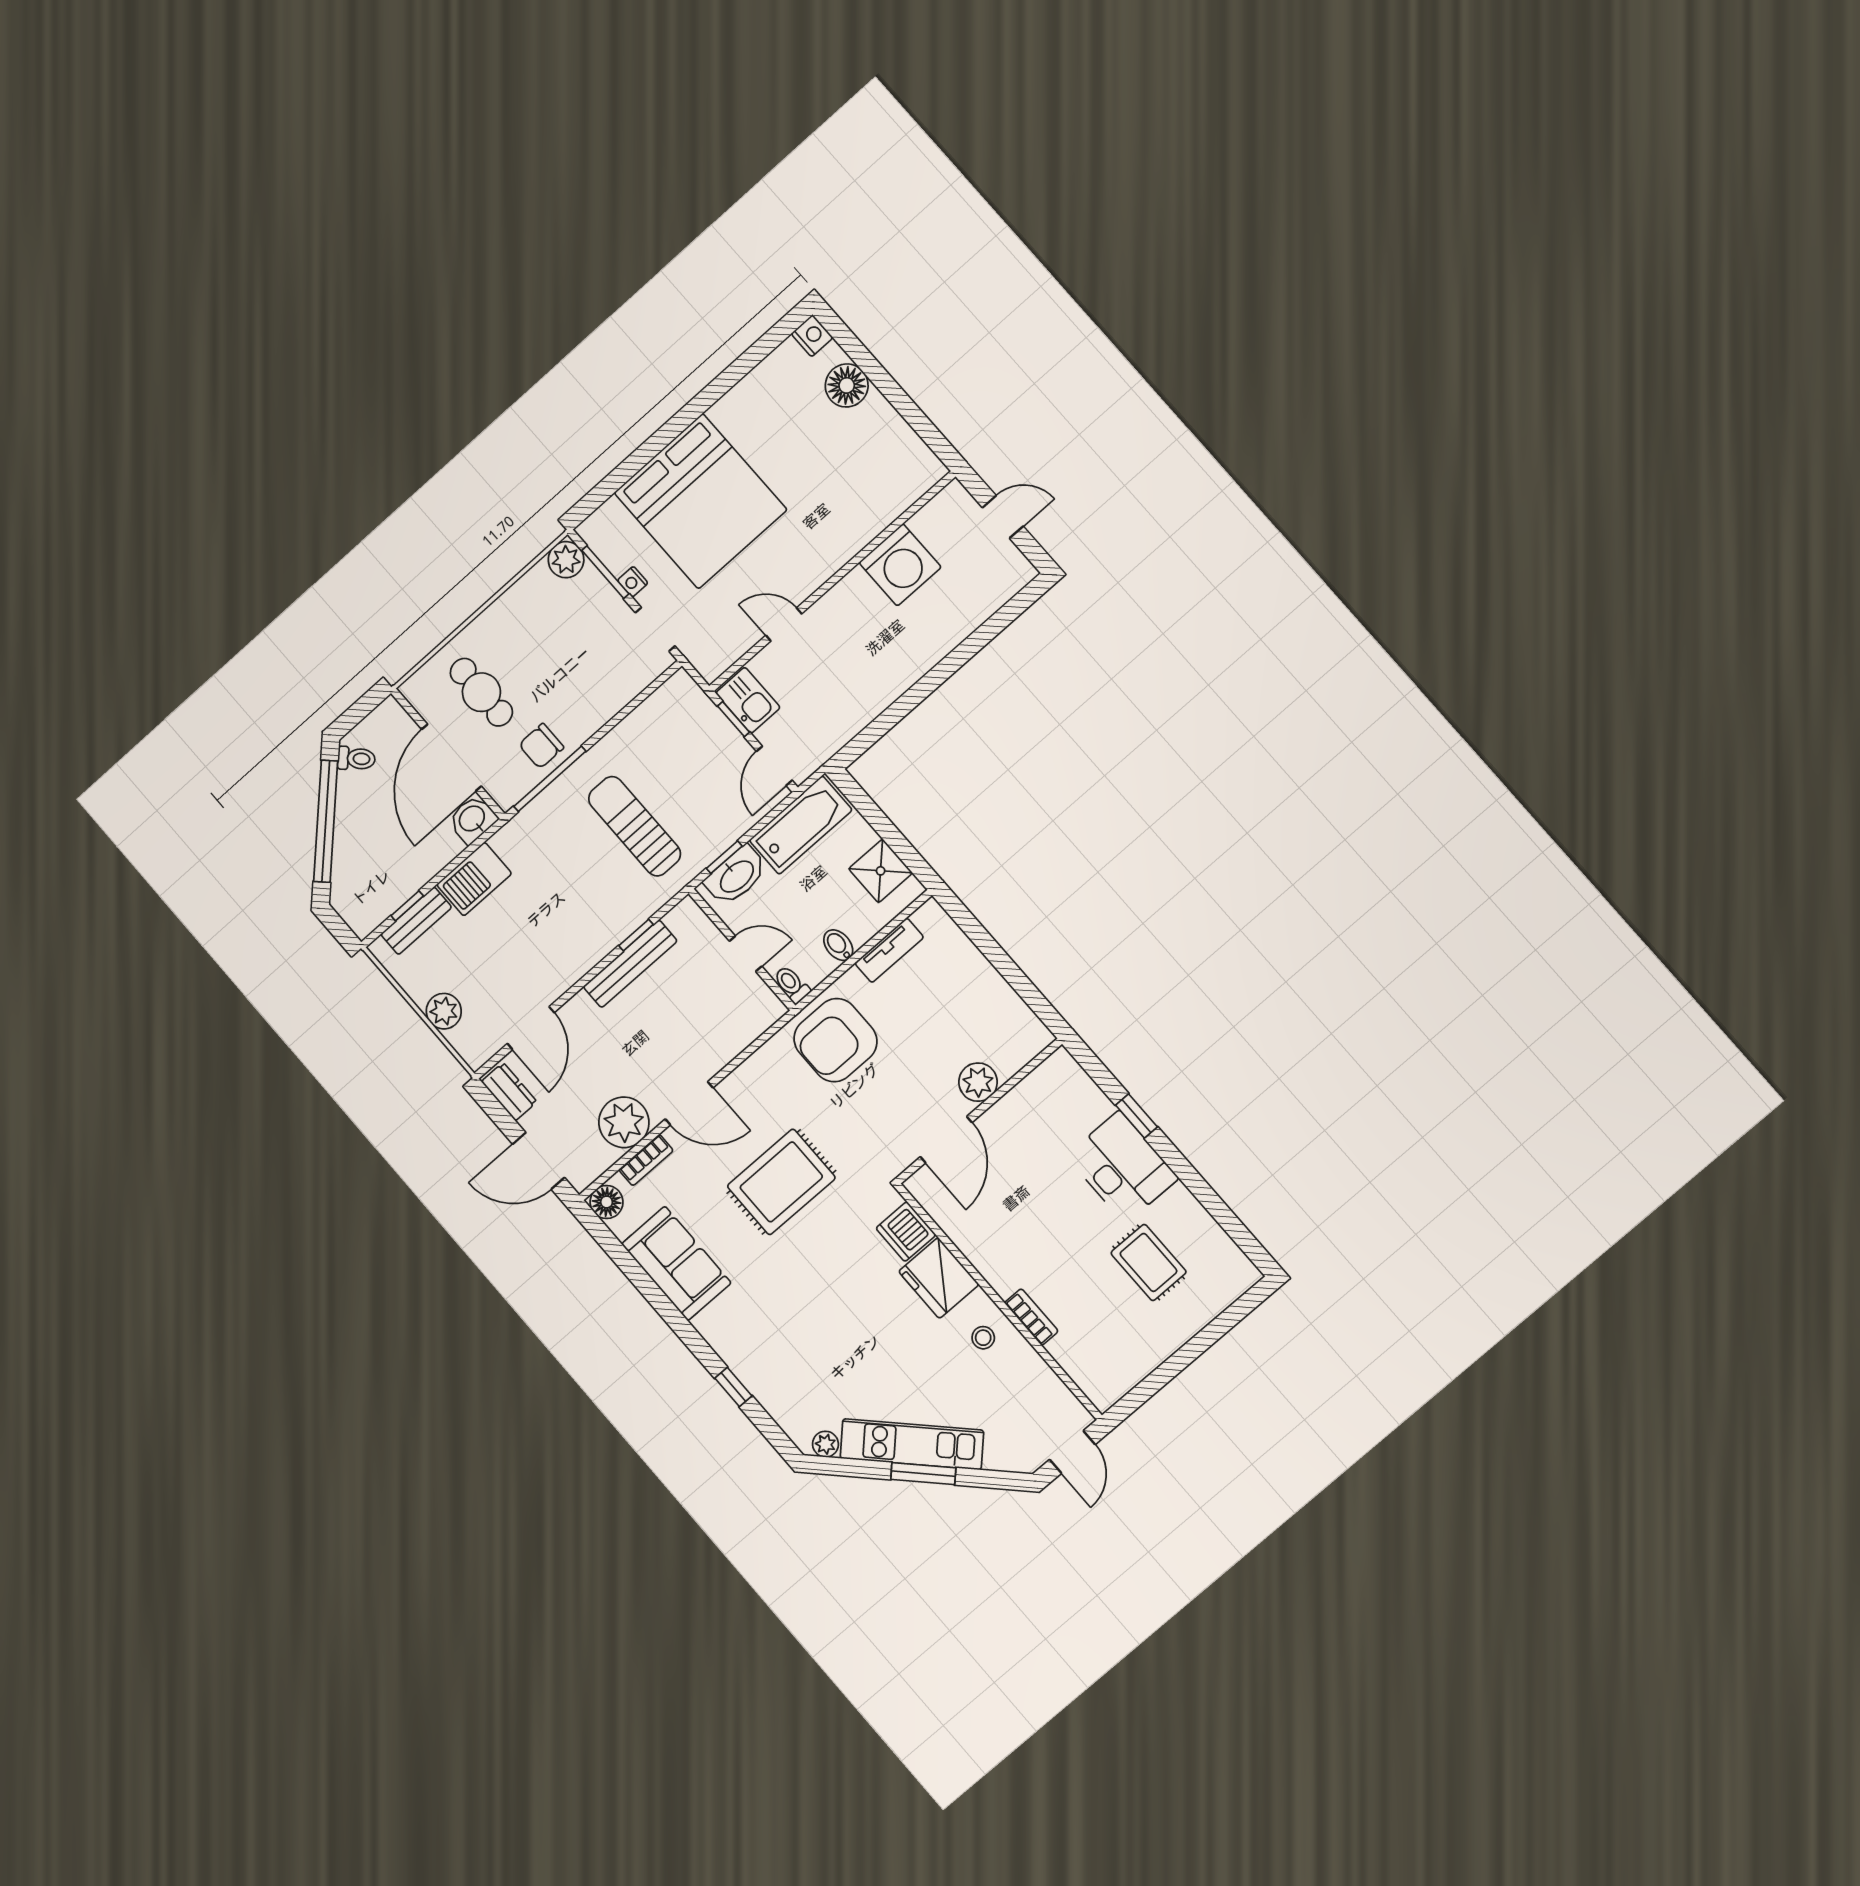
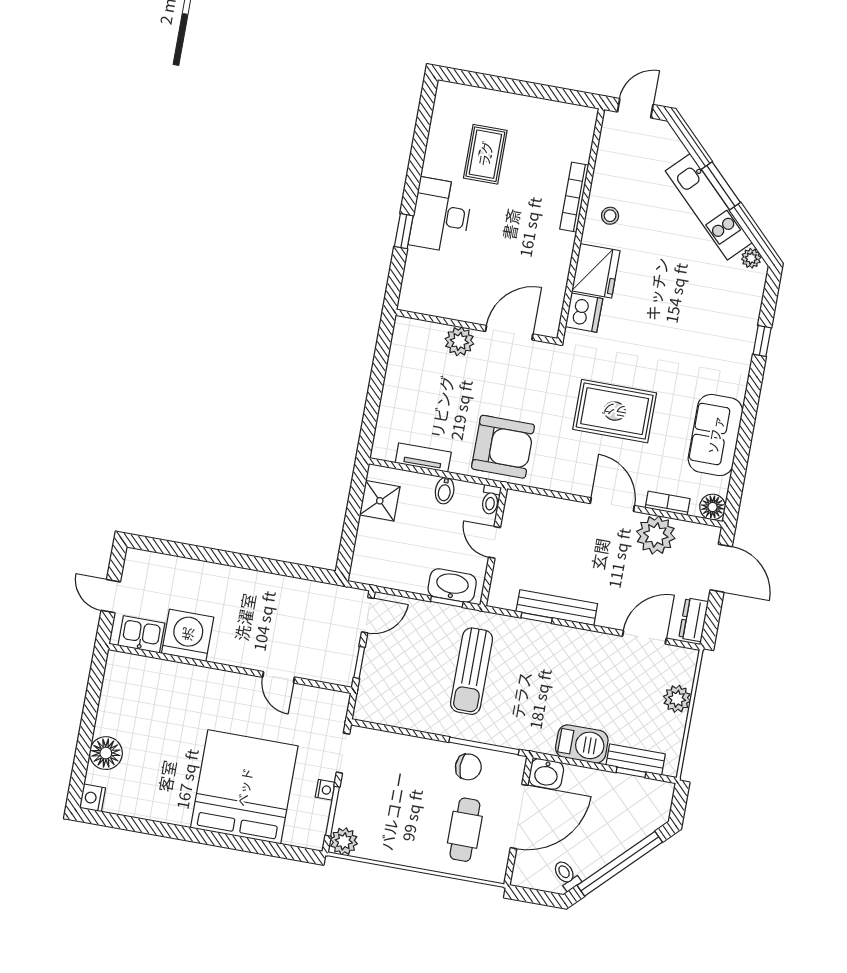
kitchen sink: (748, 700) -> (141, 634), moved, turned 90
bathtub: (801, 825) -> (391, 571), removed
bookcase: (1031, 1317) -> (574, 197), width x1.56

